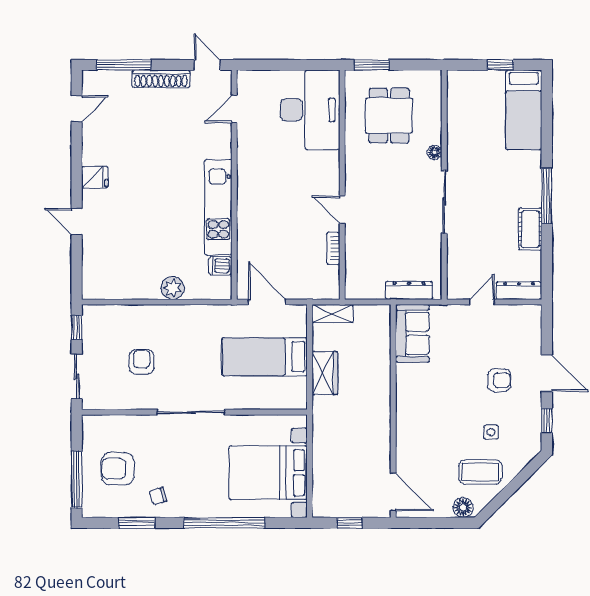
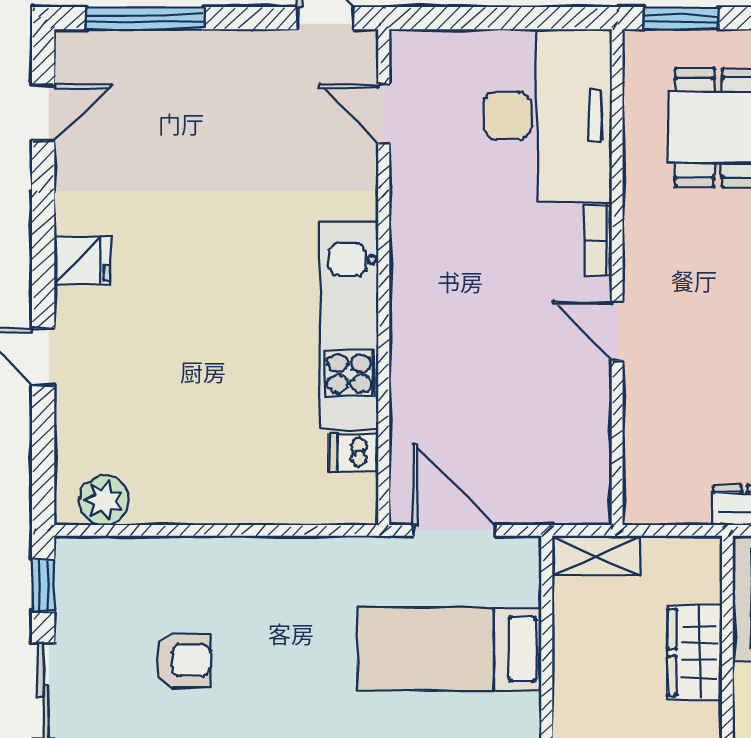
shoe rack: (161, 79) -> (226, 48), removed
door: (234, 109) -> (384, 114), hinge flipped
bookcase: (333, 248) -> (598, 240), moved
plant: (173, 288) -> (104, 500), moved
armchair: (142, 362) -> (184, 660), turned 90
wardrobe: (325, 373) -> (695, 652), moved, turned 180

